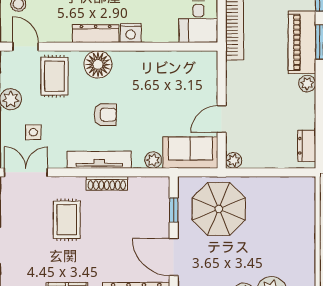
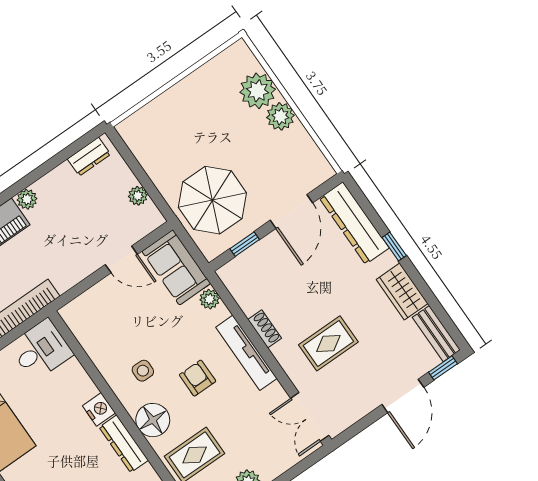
side table: (33, 132) -> (143, 371), moved
plant: (234, 160) -> (138, 196), moved
shoe rack: (107, 183) -> (265, 329), width x0.70

